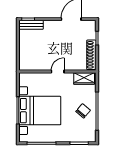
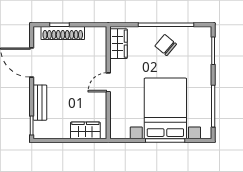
bench: (31, 25) -> (40, 103), moved
shoe rack: (91, 55) -> (63, 33), moved
wardrobe: (25, 56) -> (85, 130), added
door: (58, 72) -> (108, 82), hinge flipped

